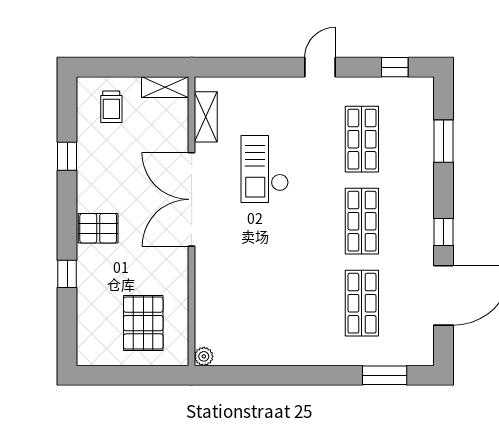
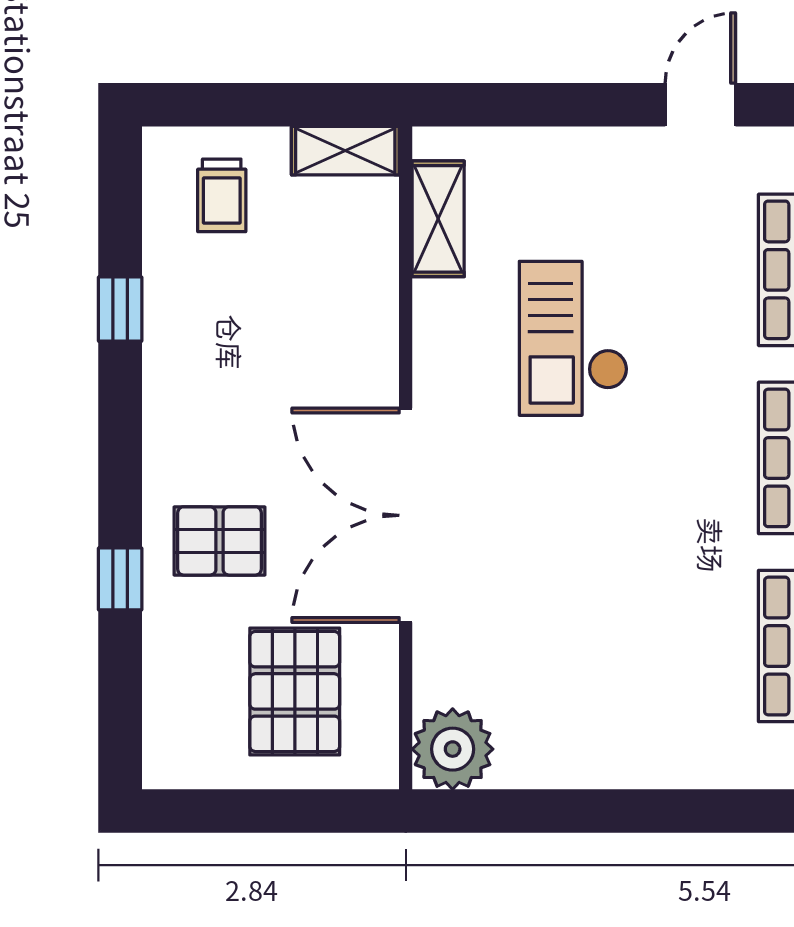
double door: (192, 199) -> (406, 515), moved
pallet: (98, 228) -> (220, 541), moved
plant: (204, 356) -> (453, 749), width x1.87, depth x1.87

